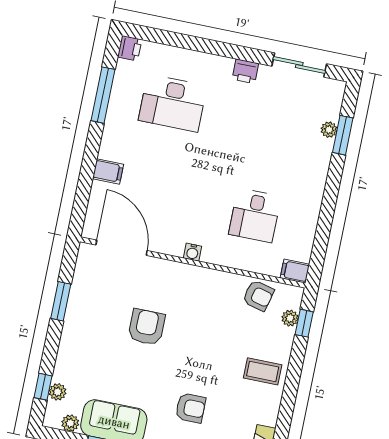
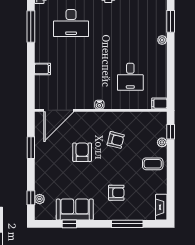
plant: (329, 130) -> (162, 40), moved
door: (122, 248) -> (59, 110), swing flipped
armchair: (258, 296) -> (116, 140), moved
plant: (290, 318) -> (162, 142), moved
plant: (70, 423) -> (50, 215), removed

